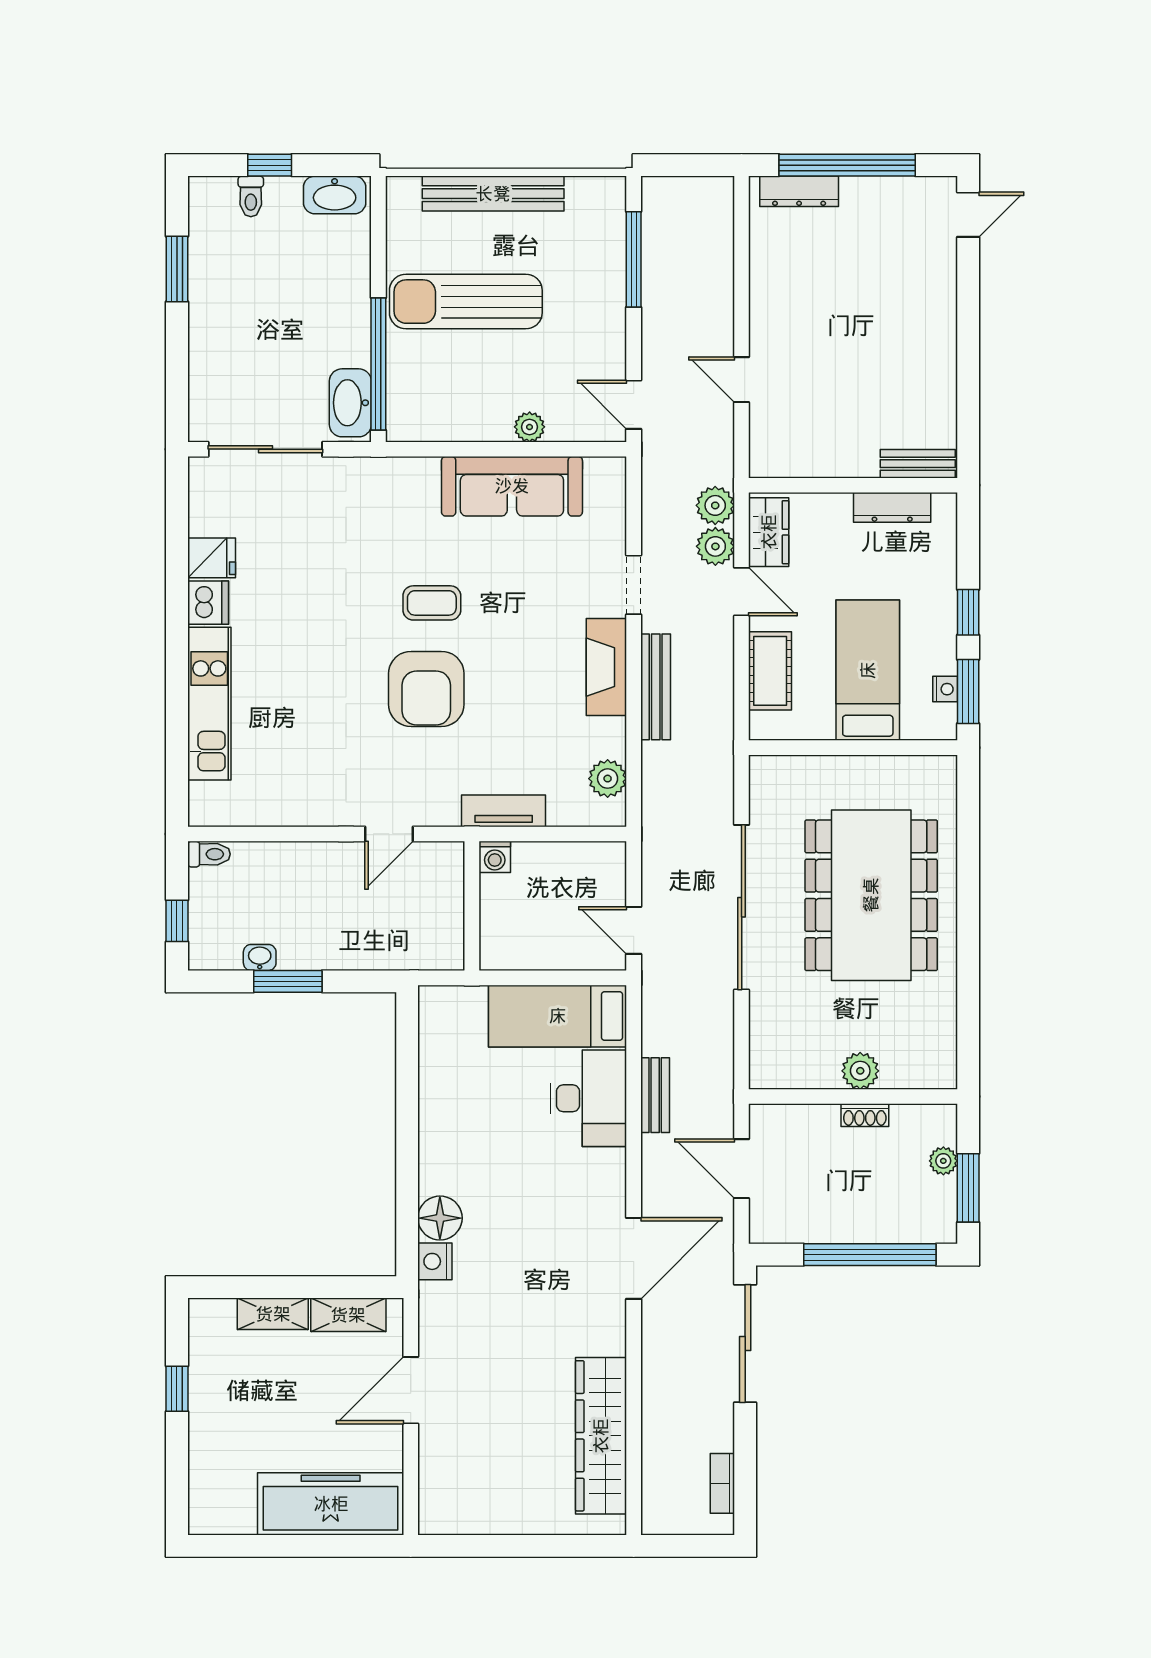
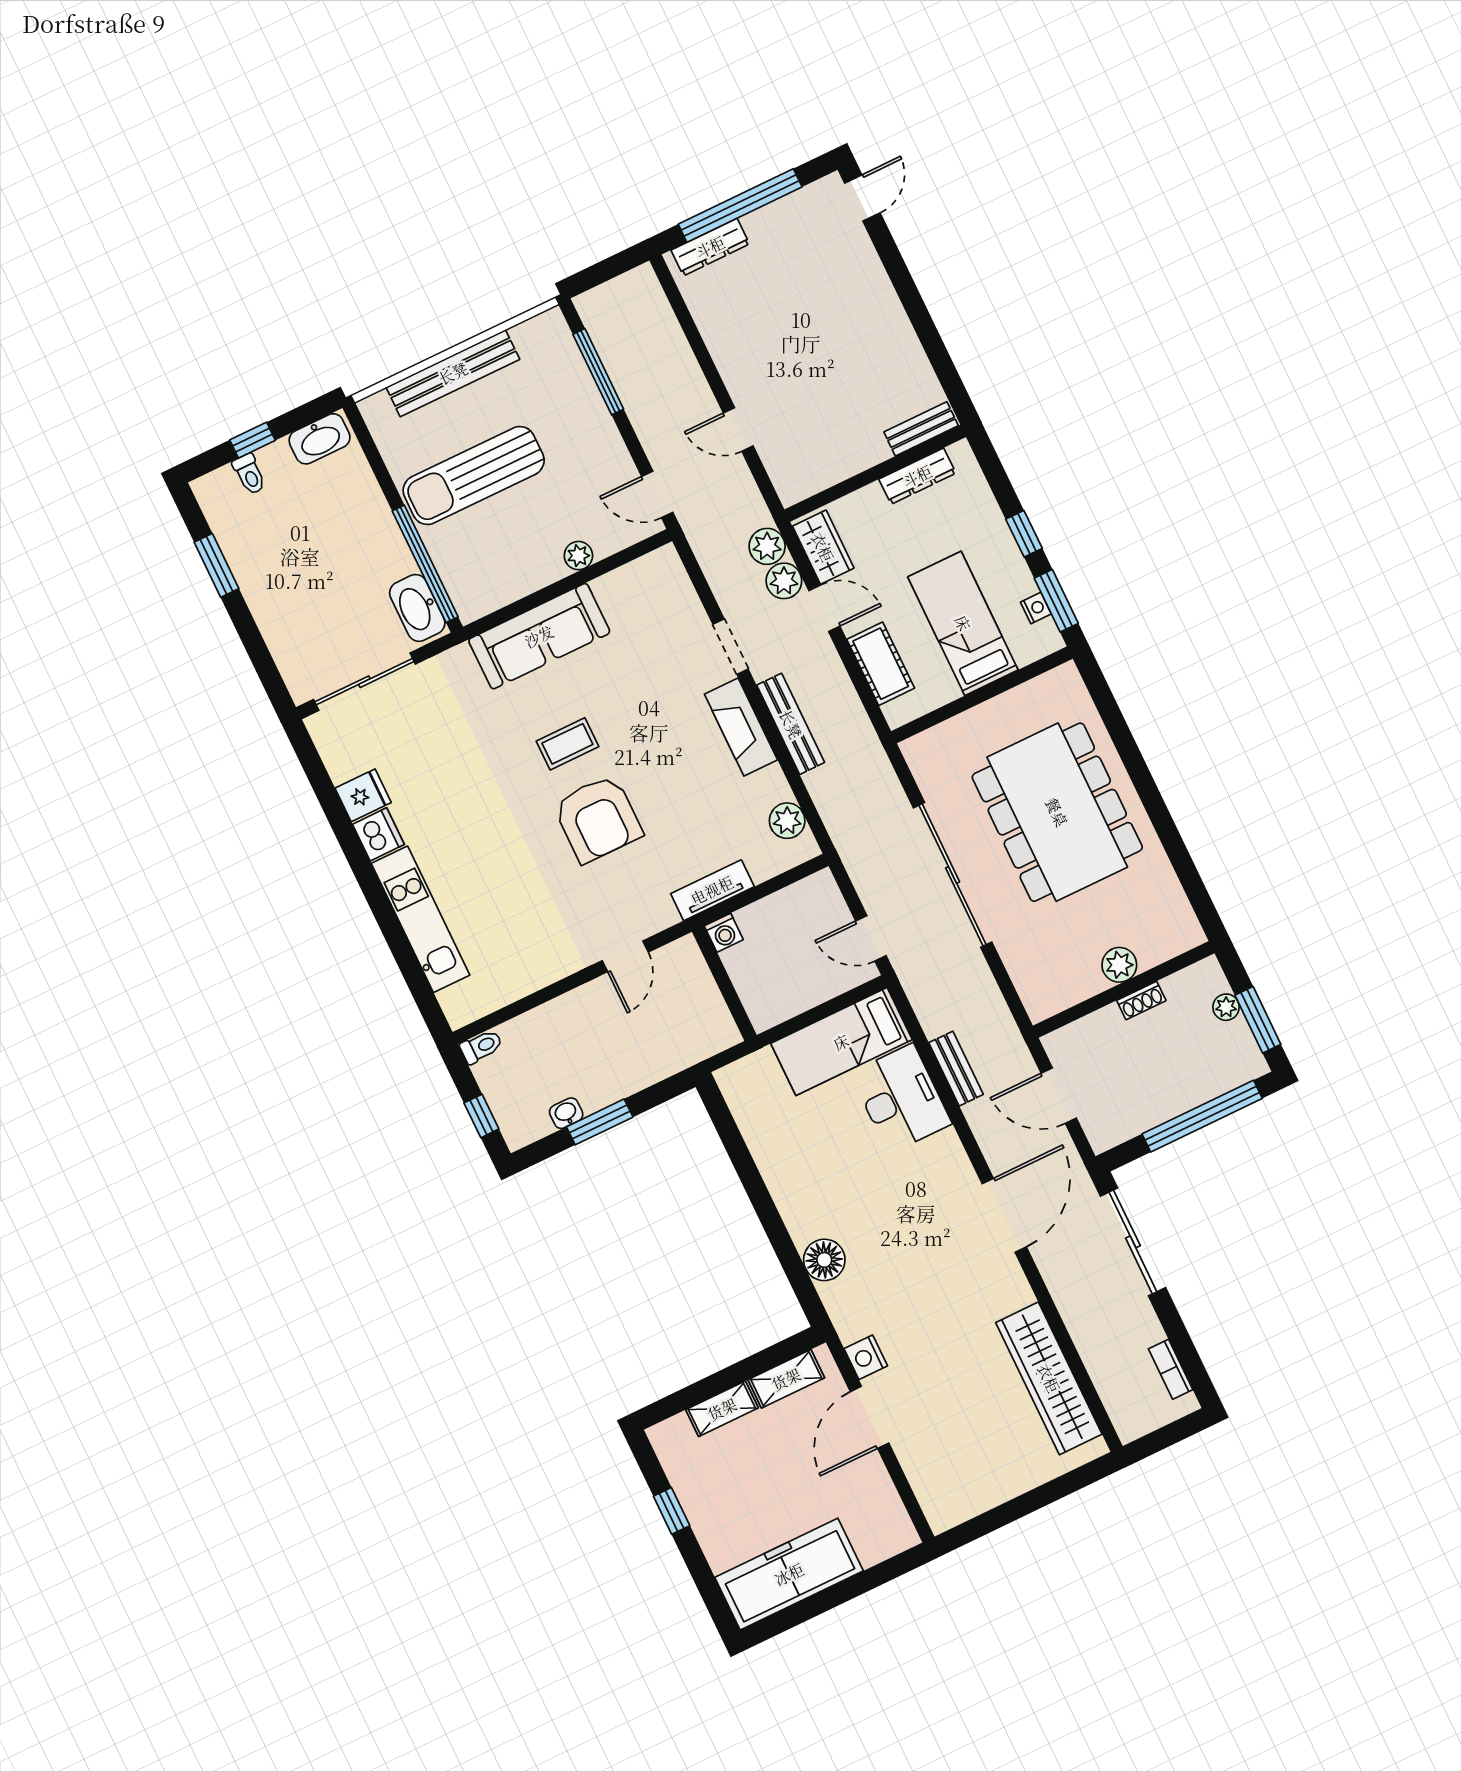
sofa: (512, 486) -> (539, 636), moved
nightstand: (435, 1261) -> (866, 1357), moved
freezer: (331, 1504) -> (789, 1574), moved

